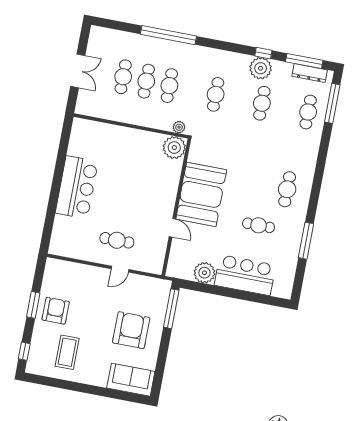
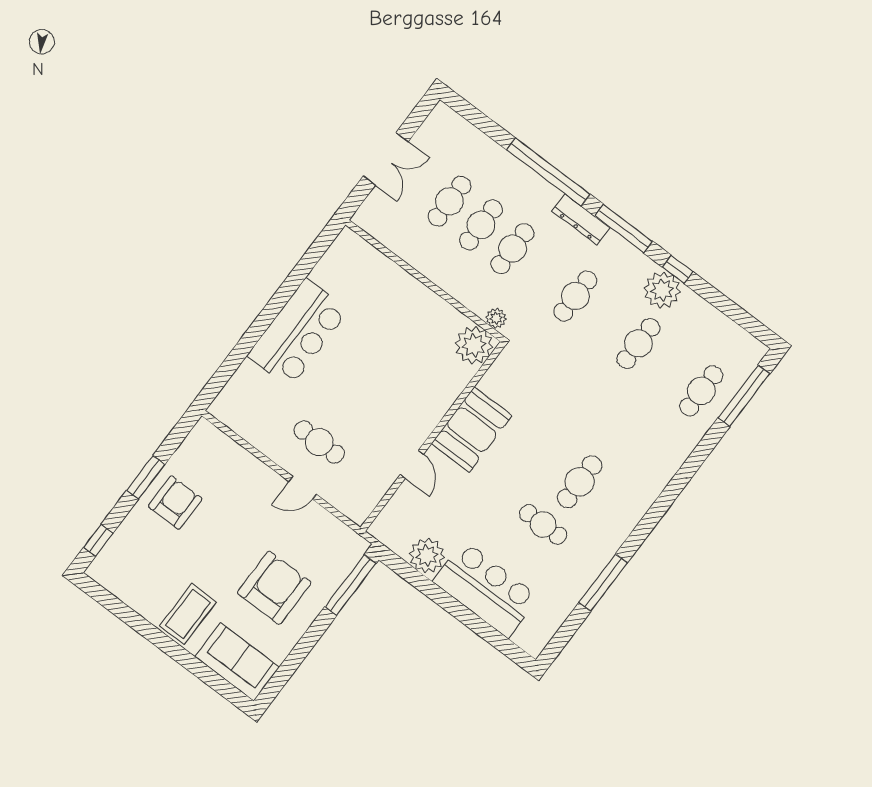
window: (304, 61) -> (624, 229), moved
dresser: (310, 73) -> (581, 219), moved
cafe table: (287, 189) -> (580, 482), moved
booth: (201, 194) -> (472, 429), width x0.73, depth x0.70
coffee table: (67, 352) -> (188, 614), moved

